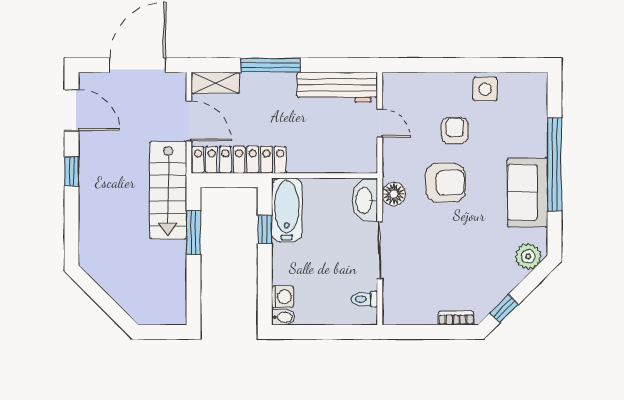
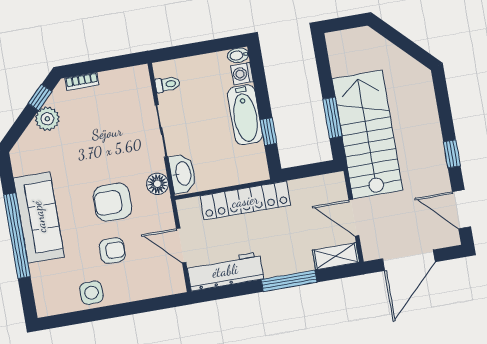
door: (380, 123) -> (181, 246), width x1.38
armchair: (455, 131) -> (112, 251), turned -90
locker: (239, 160) -> (245, 201), moved
stairs: (168, 190) -> (367, 134), width x1.36, depth x1.51
sofa: (528, 192) -> (39, 217), width x1.36
bathtub: (287, 210) -> (245, 115), moved
plant: (528, 256) -> (47, 119), moved

